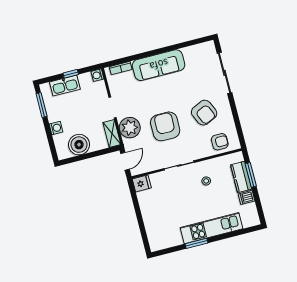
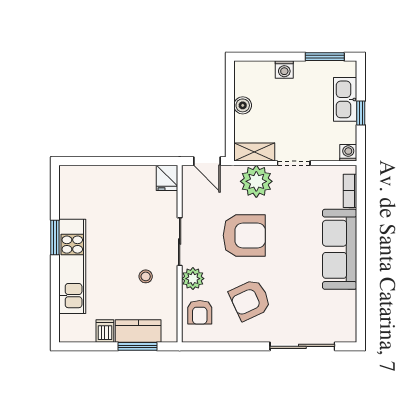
boiler: (79, 145) -> (243, 105), width x0.54, depth x0.54
plant: (200, 151) -> (193, 279), added

